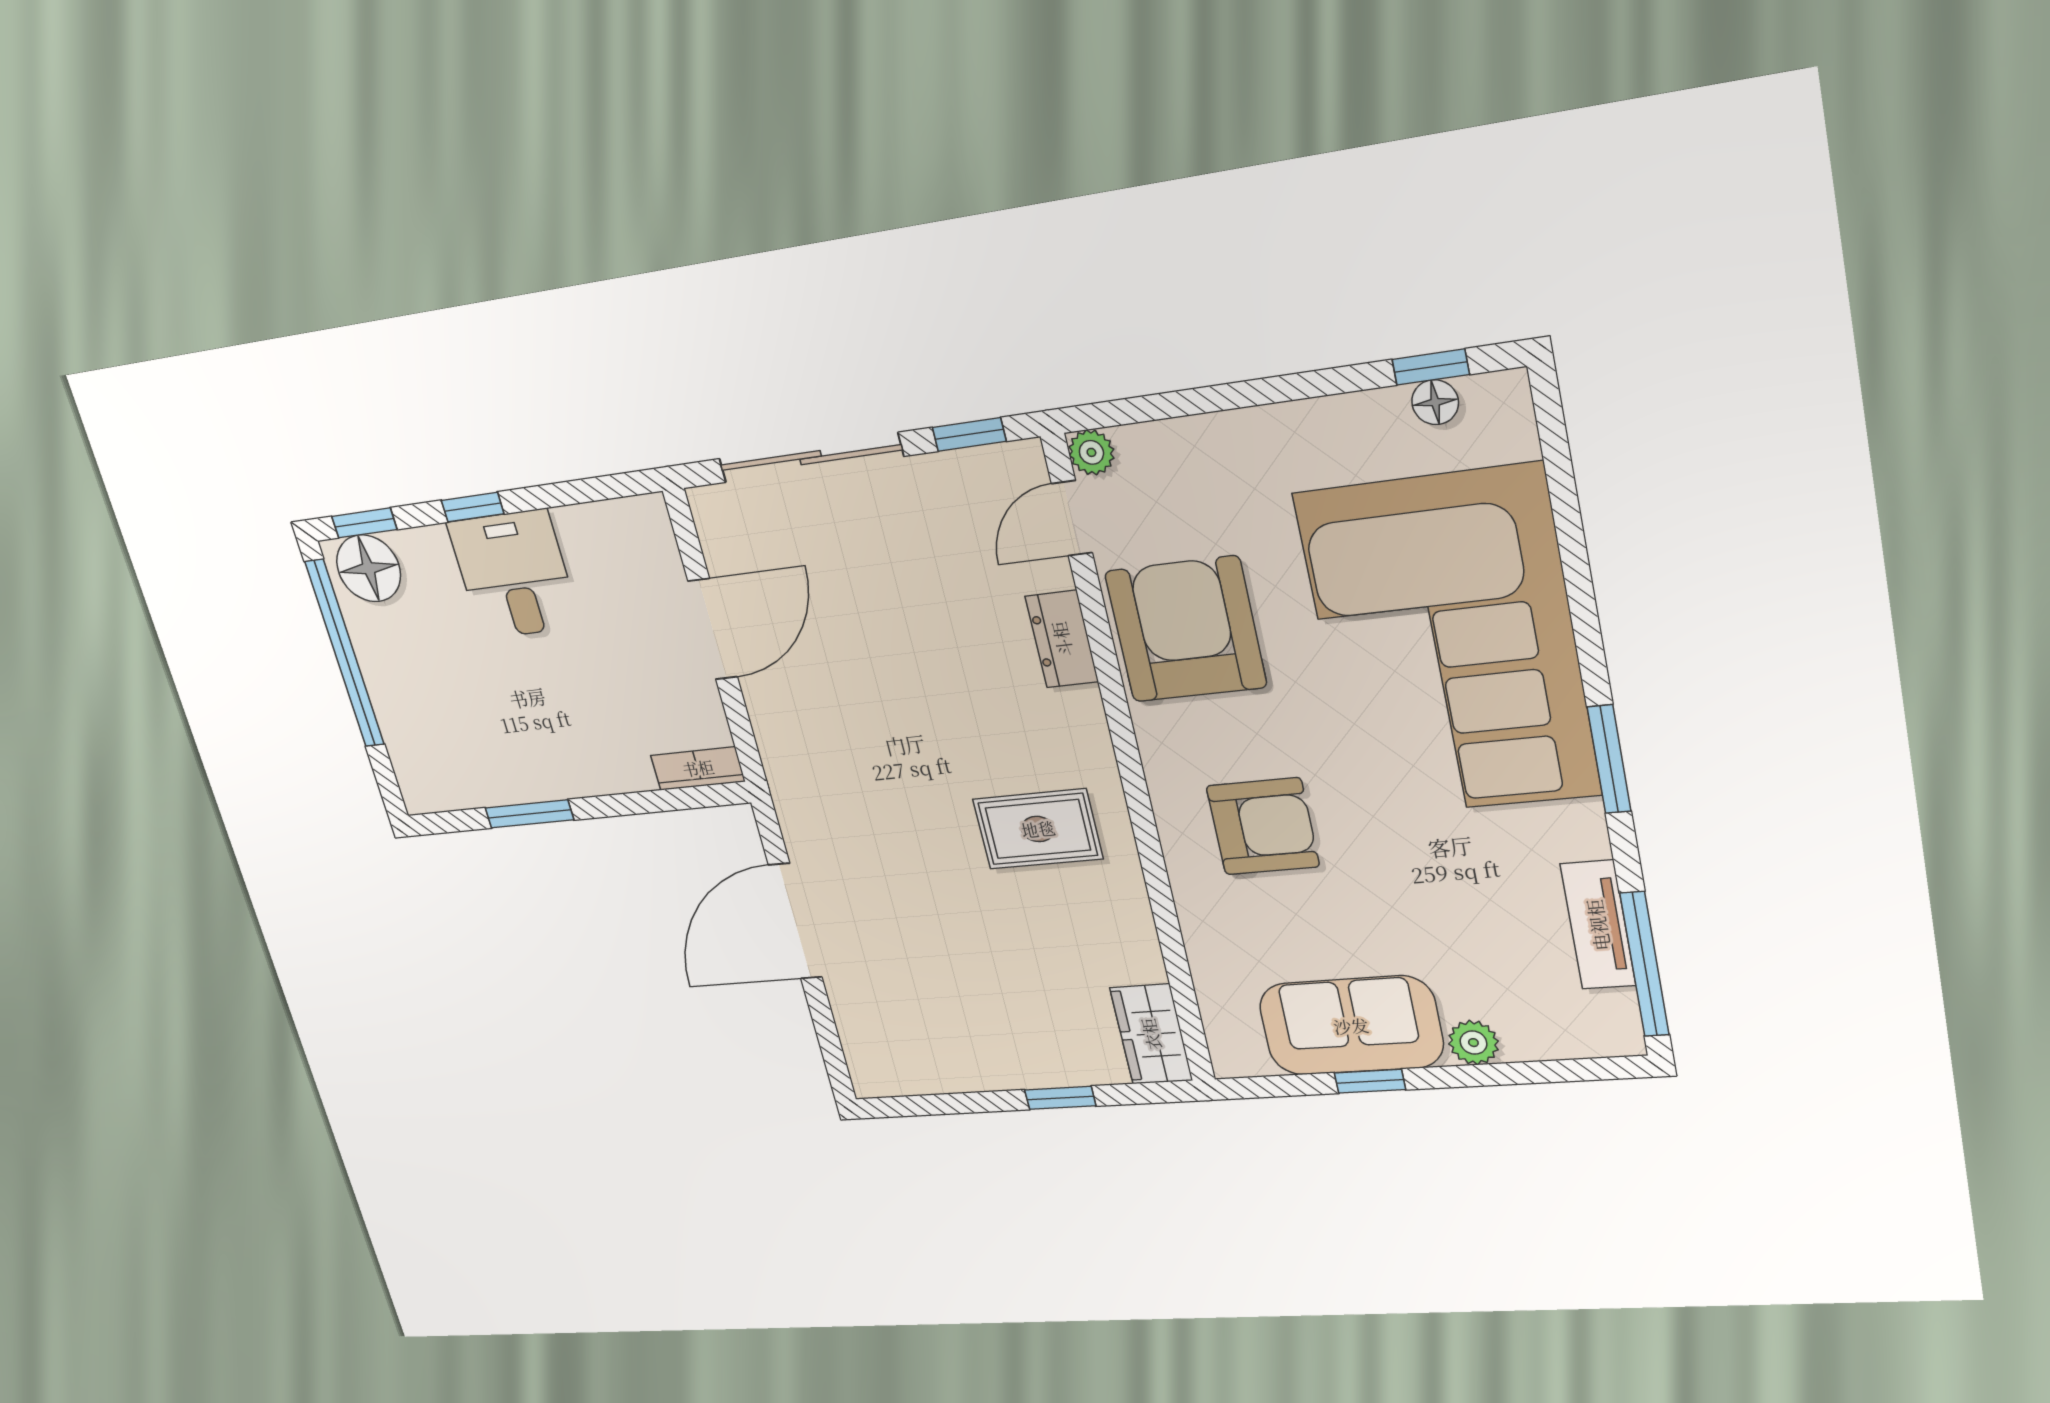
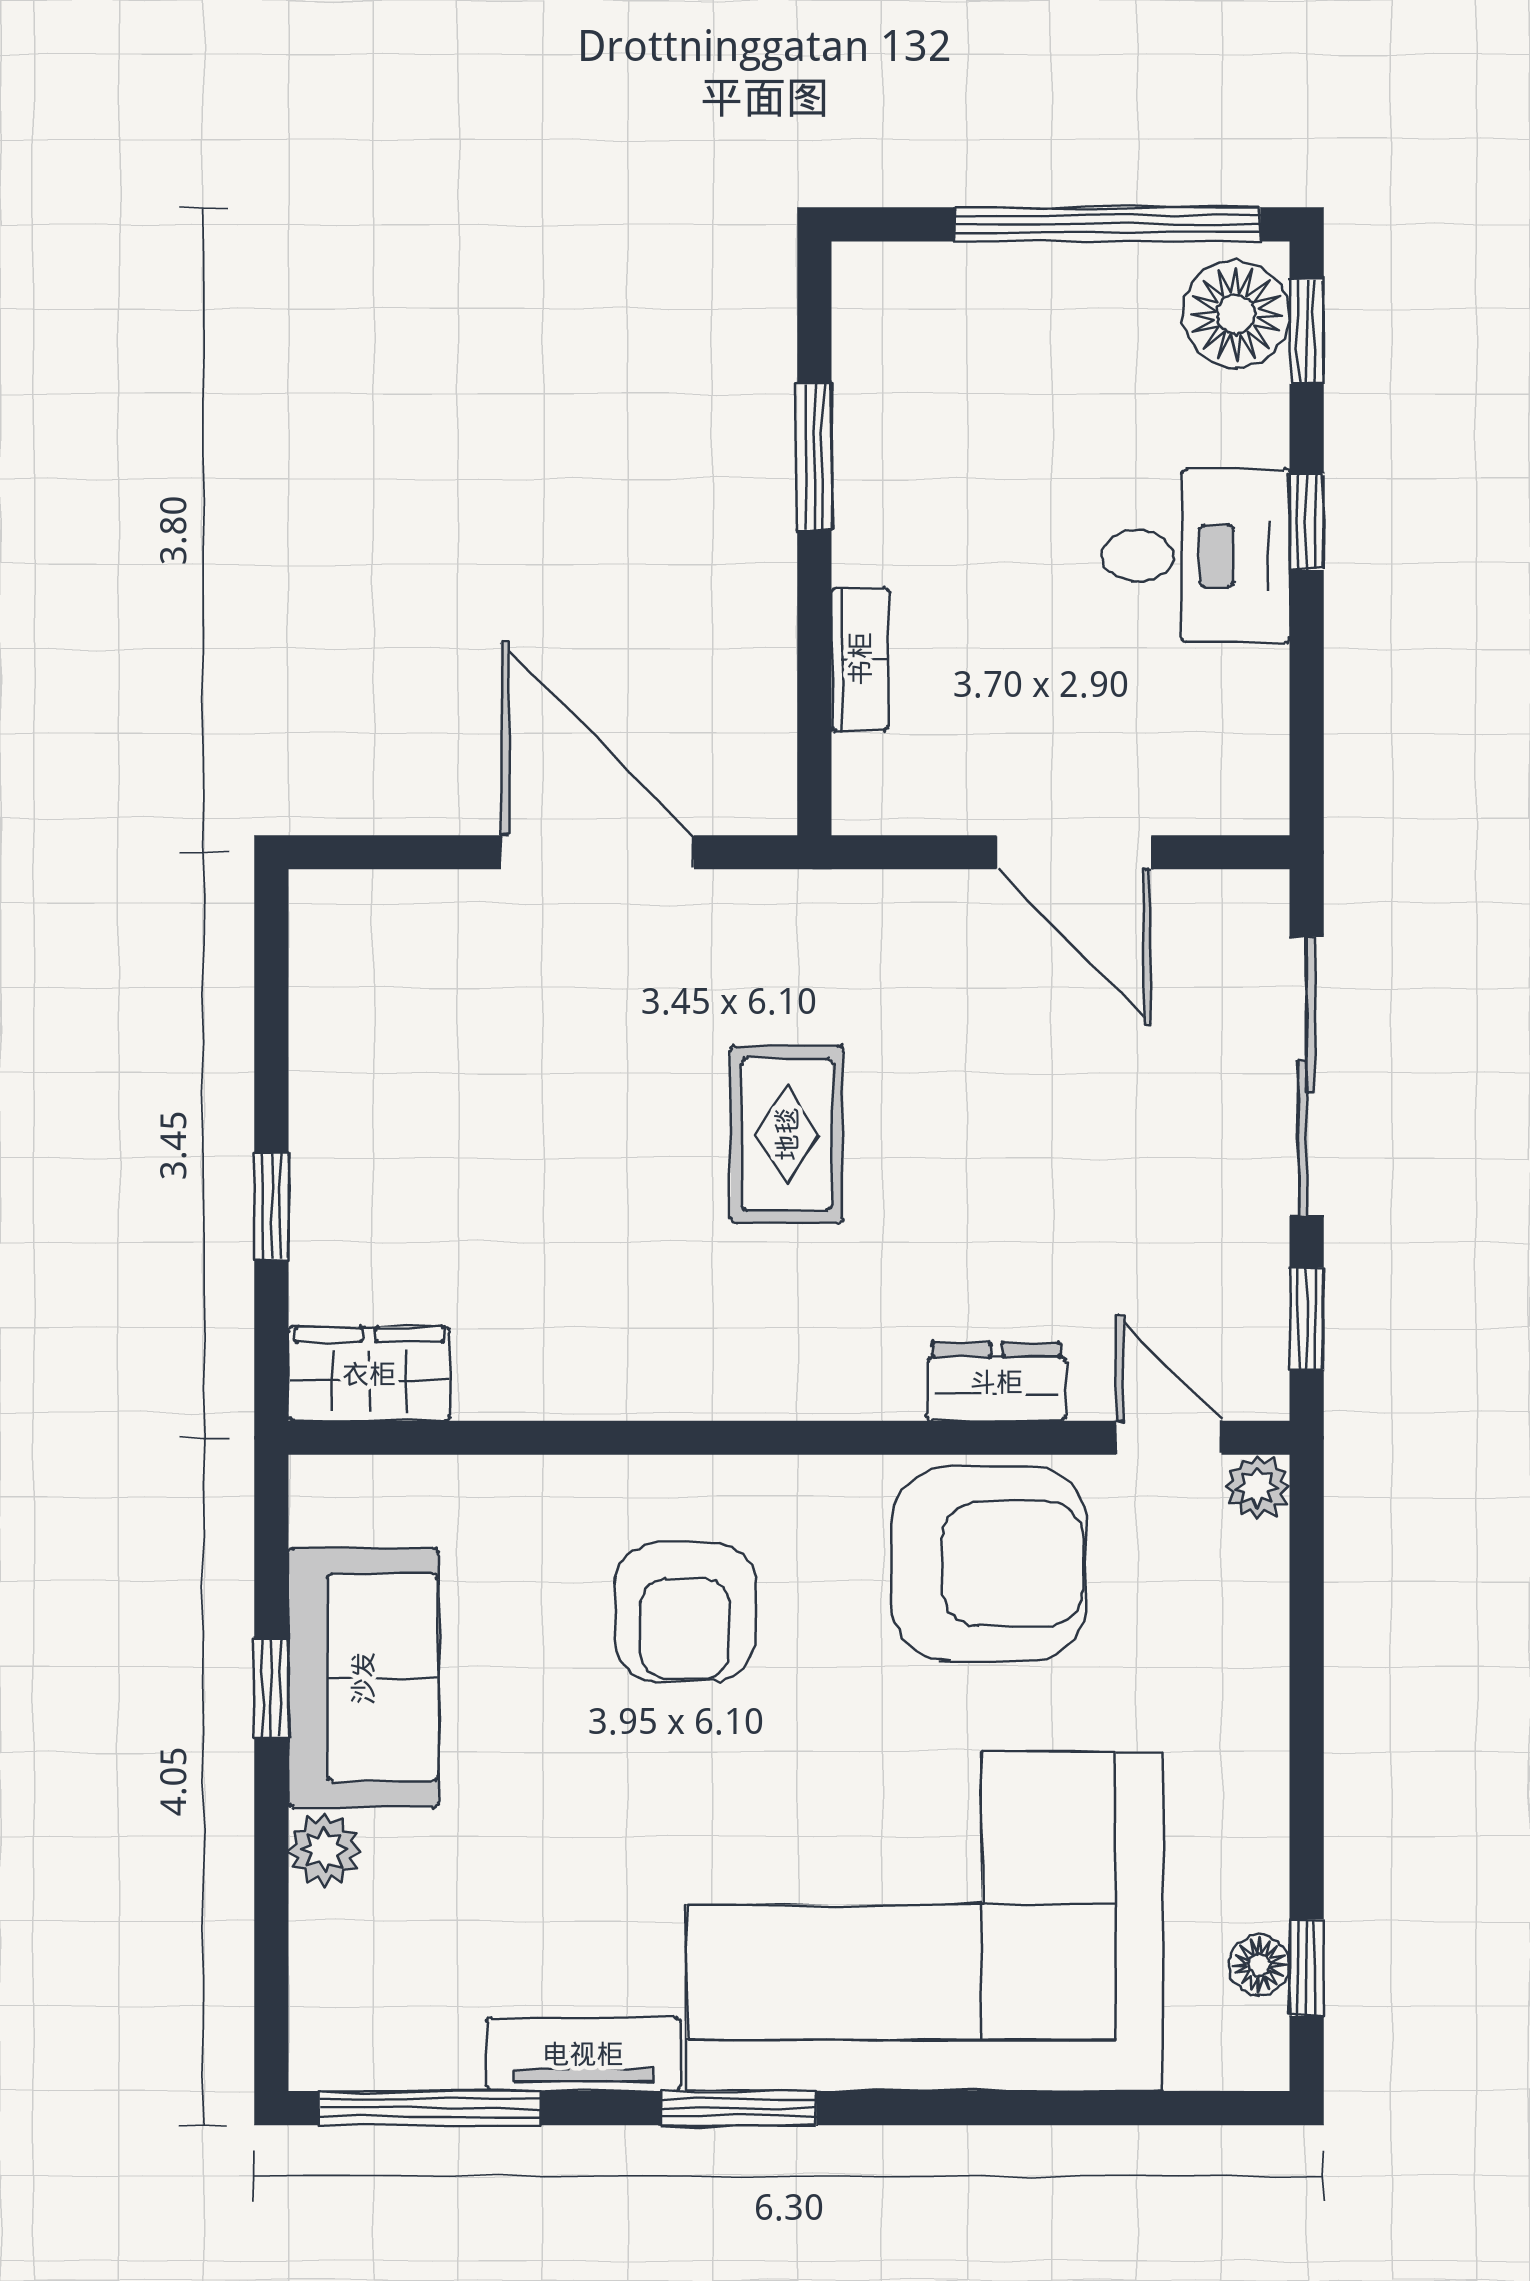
bookcase: (698, 768) -> (860, 659), moved
rug: (1038, 829) -> (787, 1134), moved
tv unit: (1598, 925) -> (583, 2054), moved

